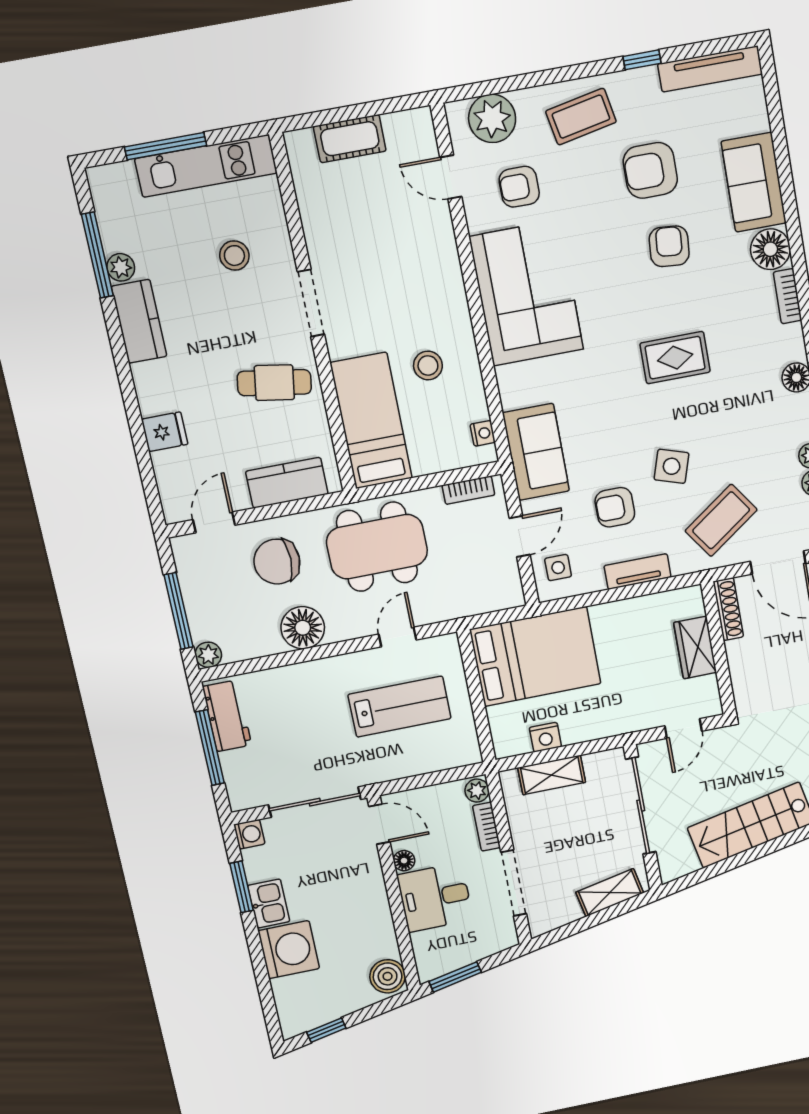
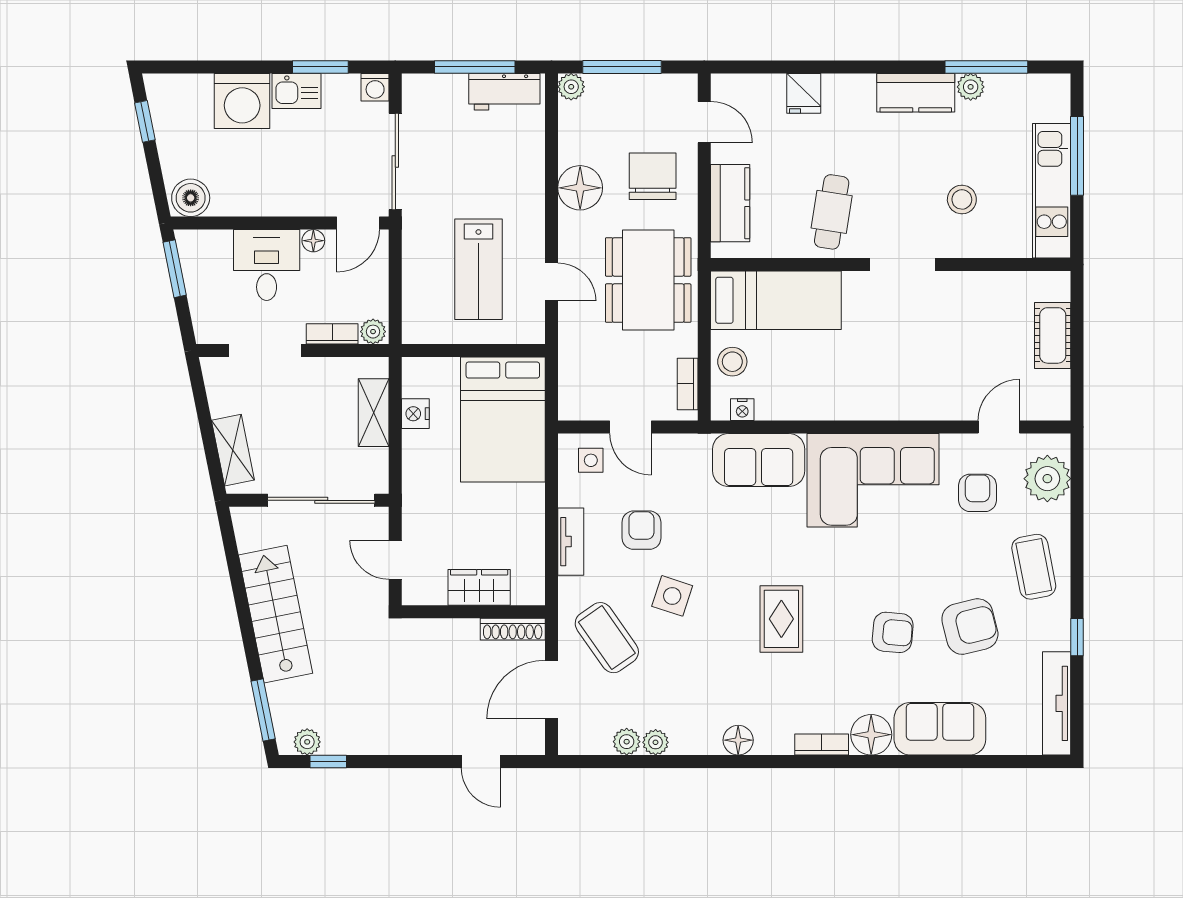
armchair: (650, 170) -> (970, 627), turned 76
stool: (428, 365) -> (732, 362), moved
sofa: (536, 452) -> (759, 460), moved

